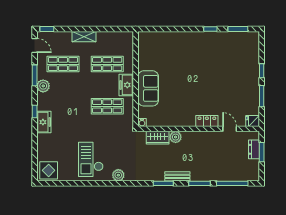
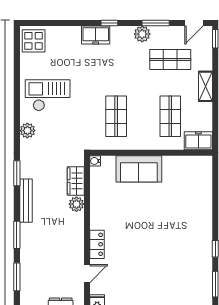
shop shelf: (63, 64) -> (170, 60), turned 90
freezer: (126, 85) -> (198, 141), moved
bench: (177, 176) -> (26, 201), width x1.36
window: (163, 183) -> (17, 173), moved
window: (232, 183) -> (17, 277), width x0.69

